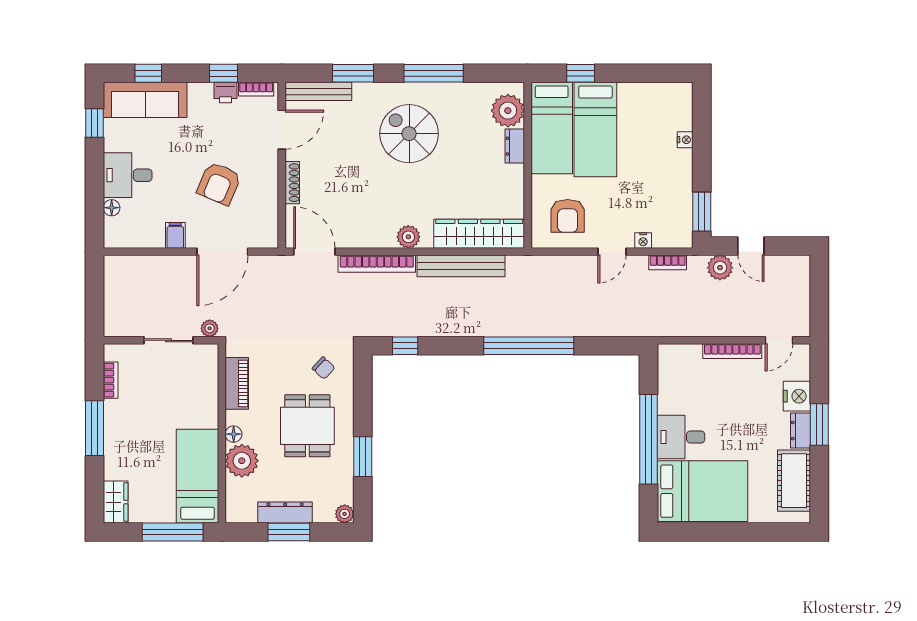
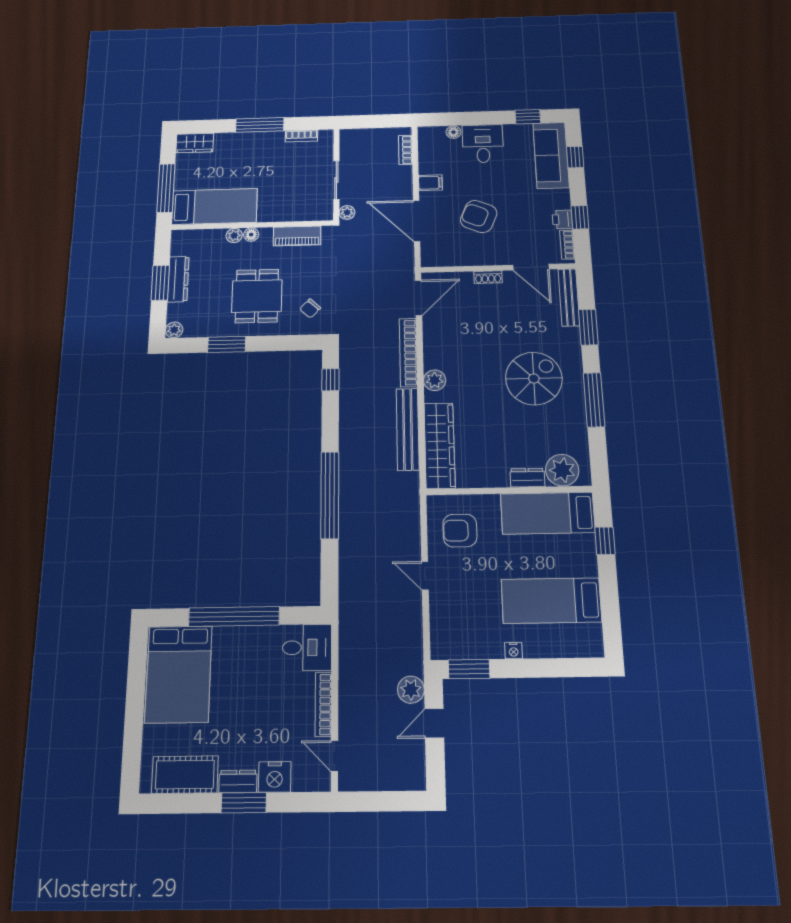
bed: (595, 130) -> (551, 601), moved
nightstand: (685, 140) -> (514, 651), moved
shoe rack: (292, 183) -> (488, 277), width x0.70
nightstand: (643, 240) -> (437, 608), removed
bookcase: (668, 262) -> (405, 150), moved
dining table: (307, 426) -> (257, 296), turned 90
desk: (681, 437) -> (307, 648), moved, turned 90
plant: (242, 461) -> (234, 236), width x0.53, depth x0.53

